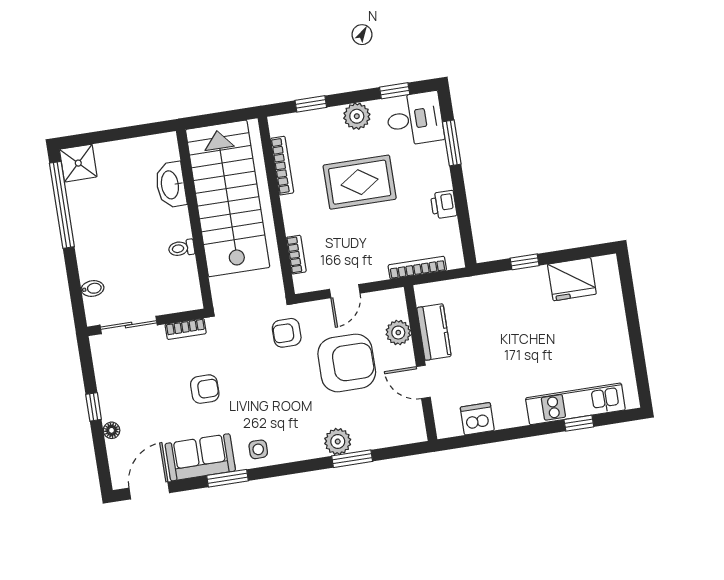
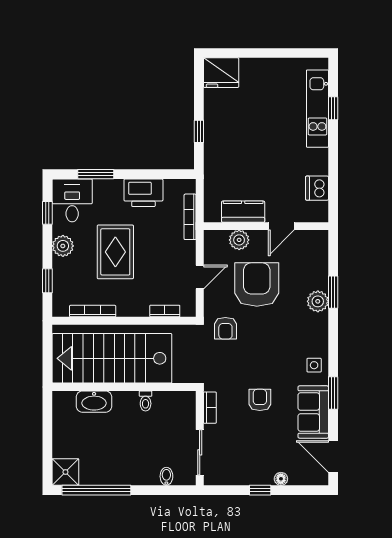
printer: (444, 205) -> (143, 193), width x1.87, depth x1.48
fridge: (572, 279) -> (221, 73), moved, turned 90
door: (345, 291) -> (200, 277), hinge flipped

